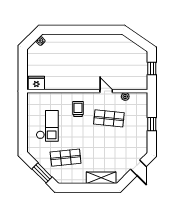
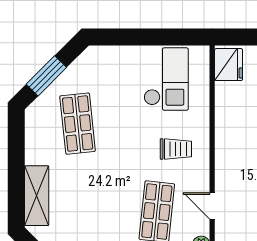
door: (106, 91) -> (212, 206), swing flipped
checkout: (47, 126) -> (166, 79), moved, turned -90

